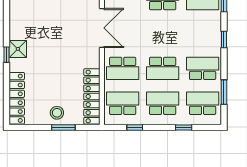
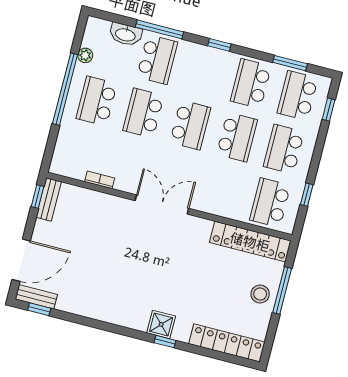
school desk: (123, 68) -> (190, 125), moved
window: (63, 128) -> (282, 291), width x1.44
window: (184, 128) -> (329, 110), moved

